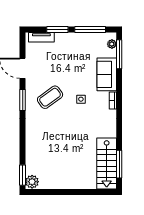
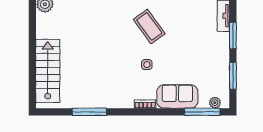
window: (90, 29) -> (233, 76), width x0.69
stairs: (107, 163) -> (48, 71), moved, turned 90
window: (119, 164) -> (89, 112), moved

